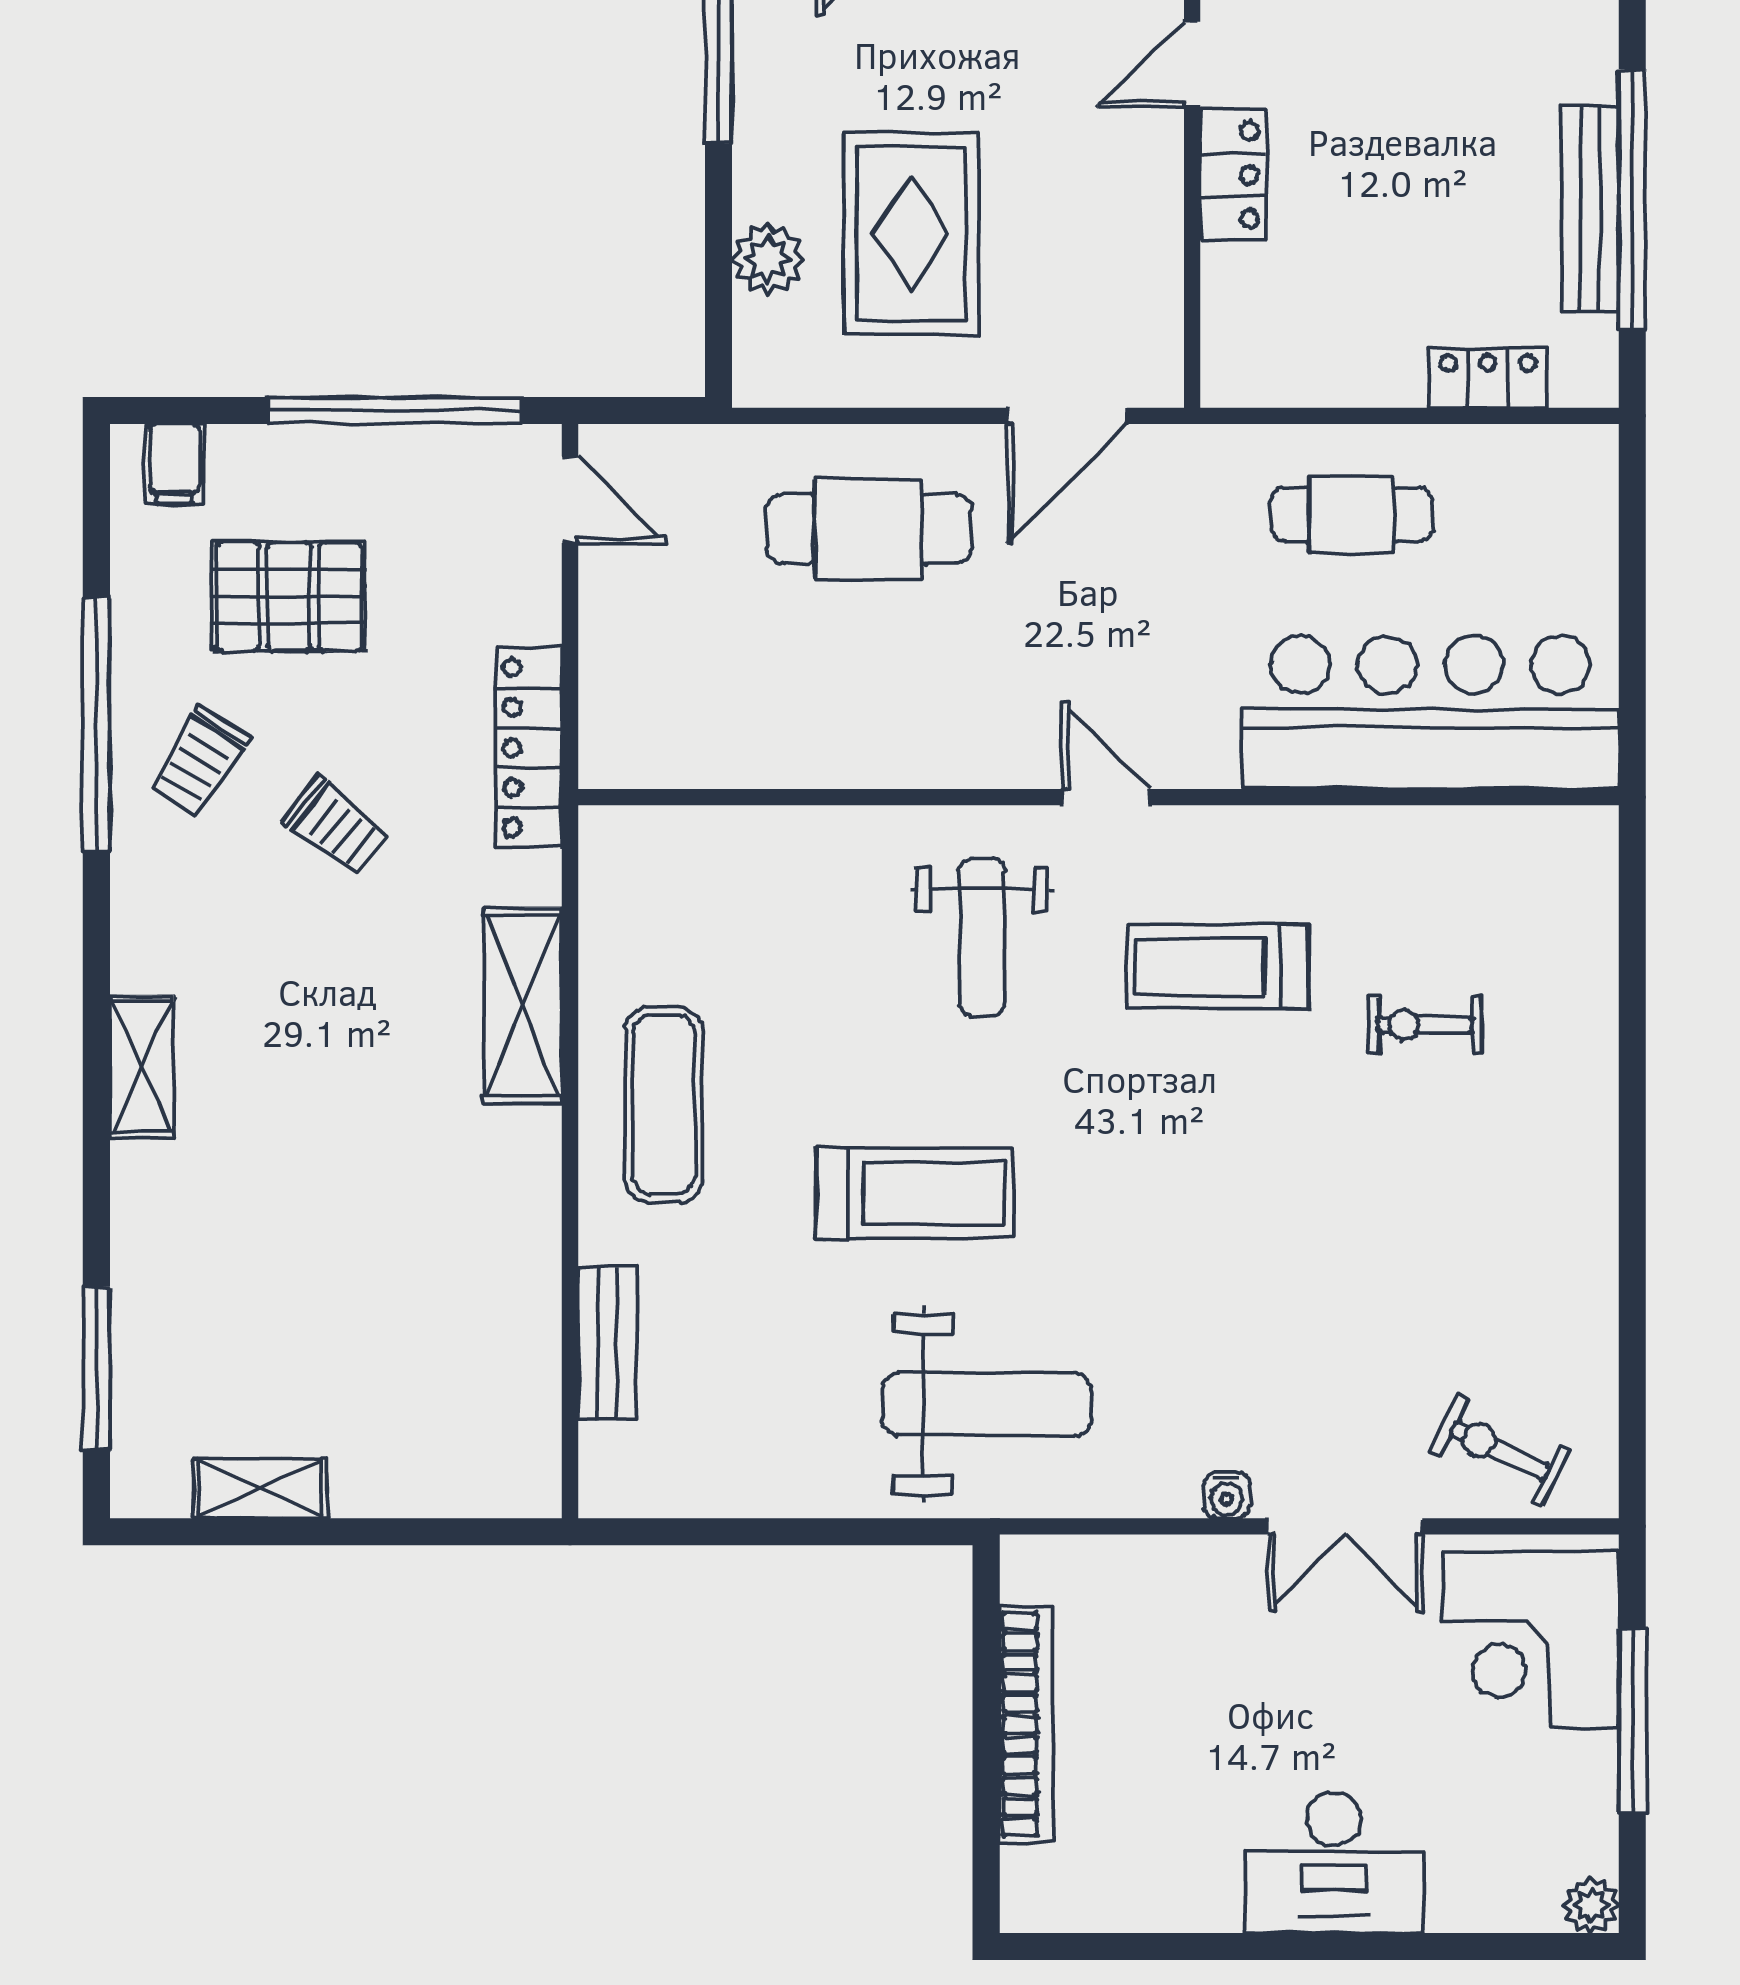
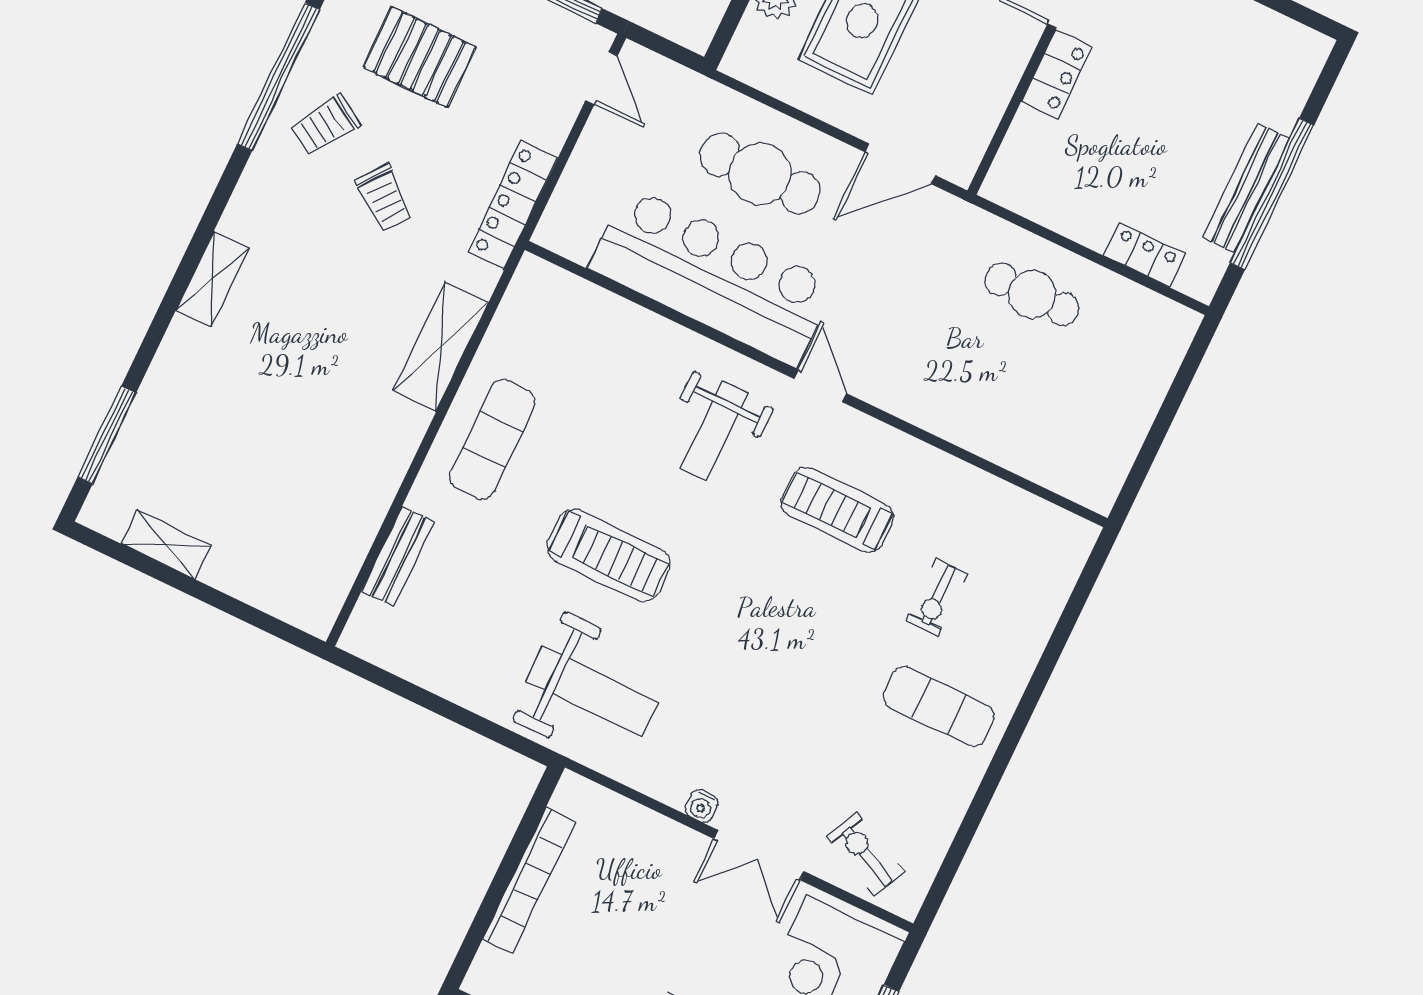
bar counter: (1431, 712) -> (712, 276), moved
exercise bike: (1425, 1025) -> (937, 598), turned -90
exercise mat: (1504, 1183) -> (939, 706), added

